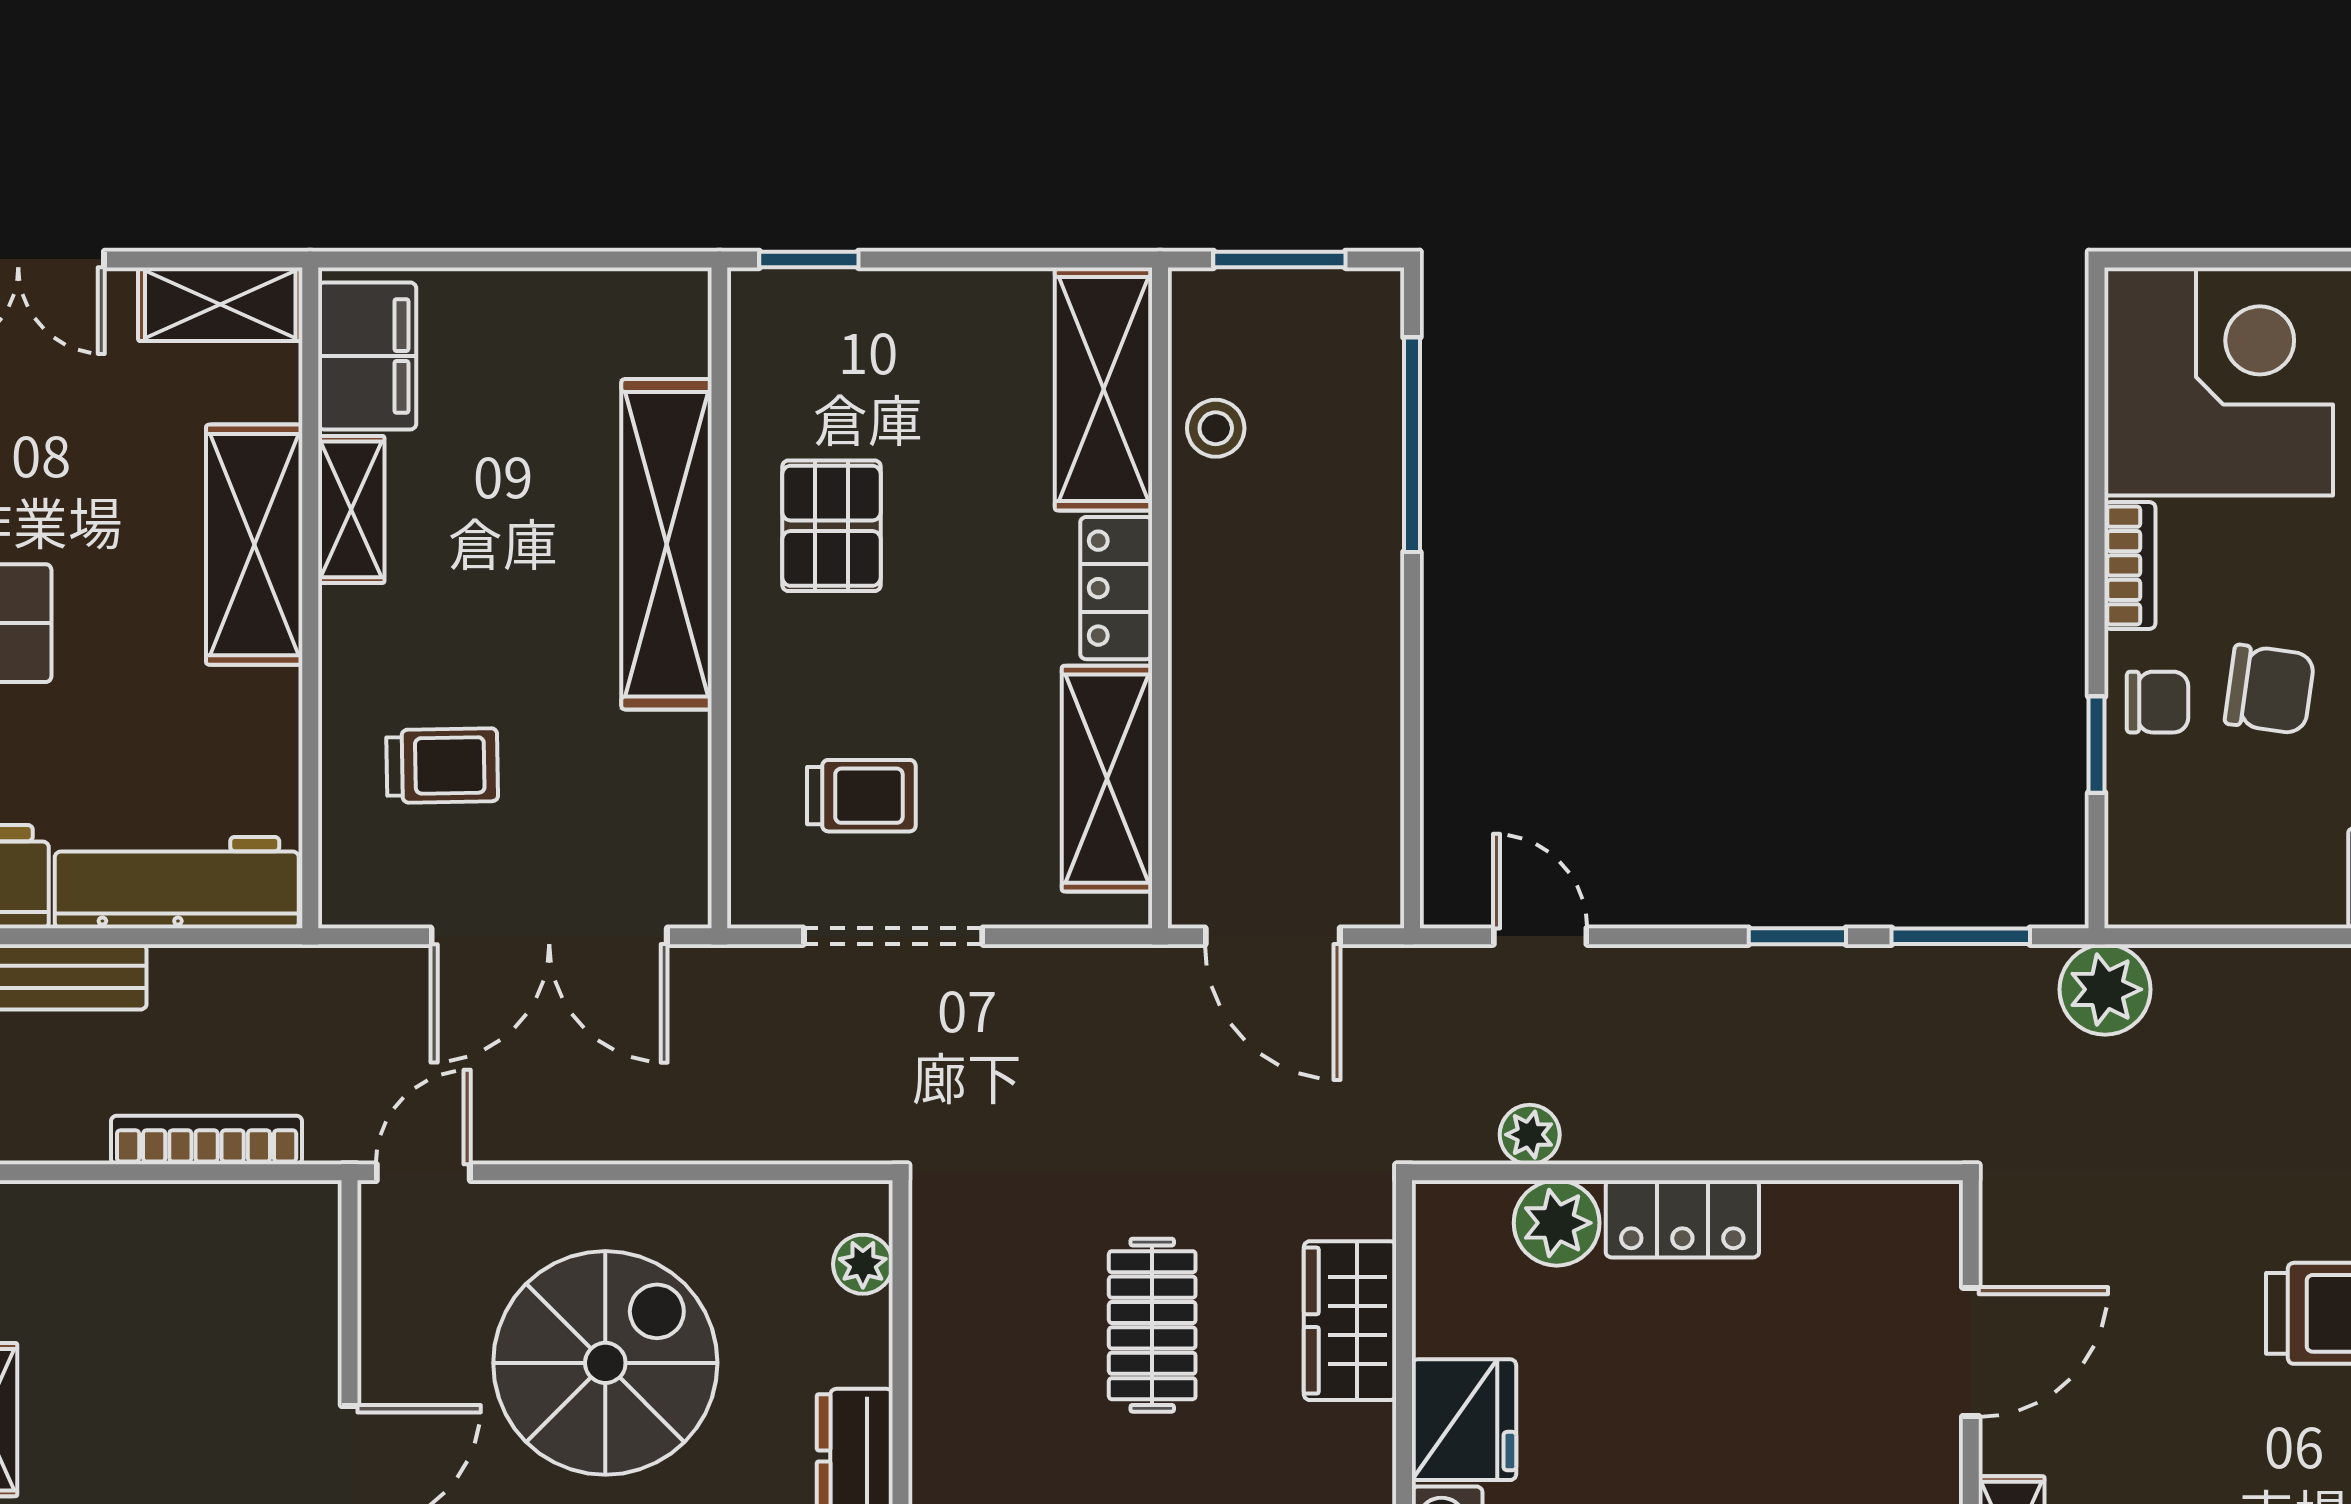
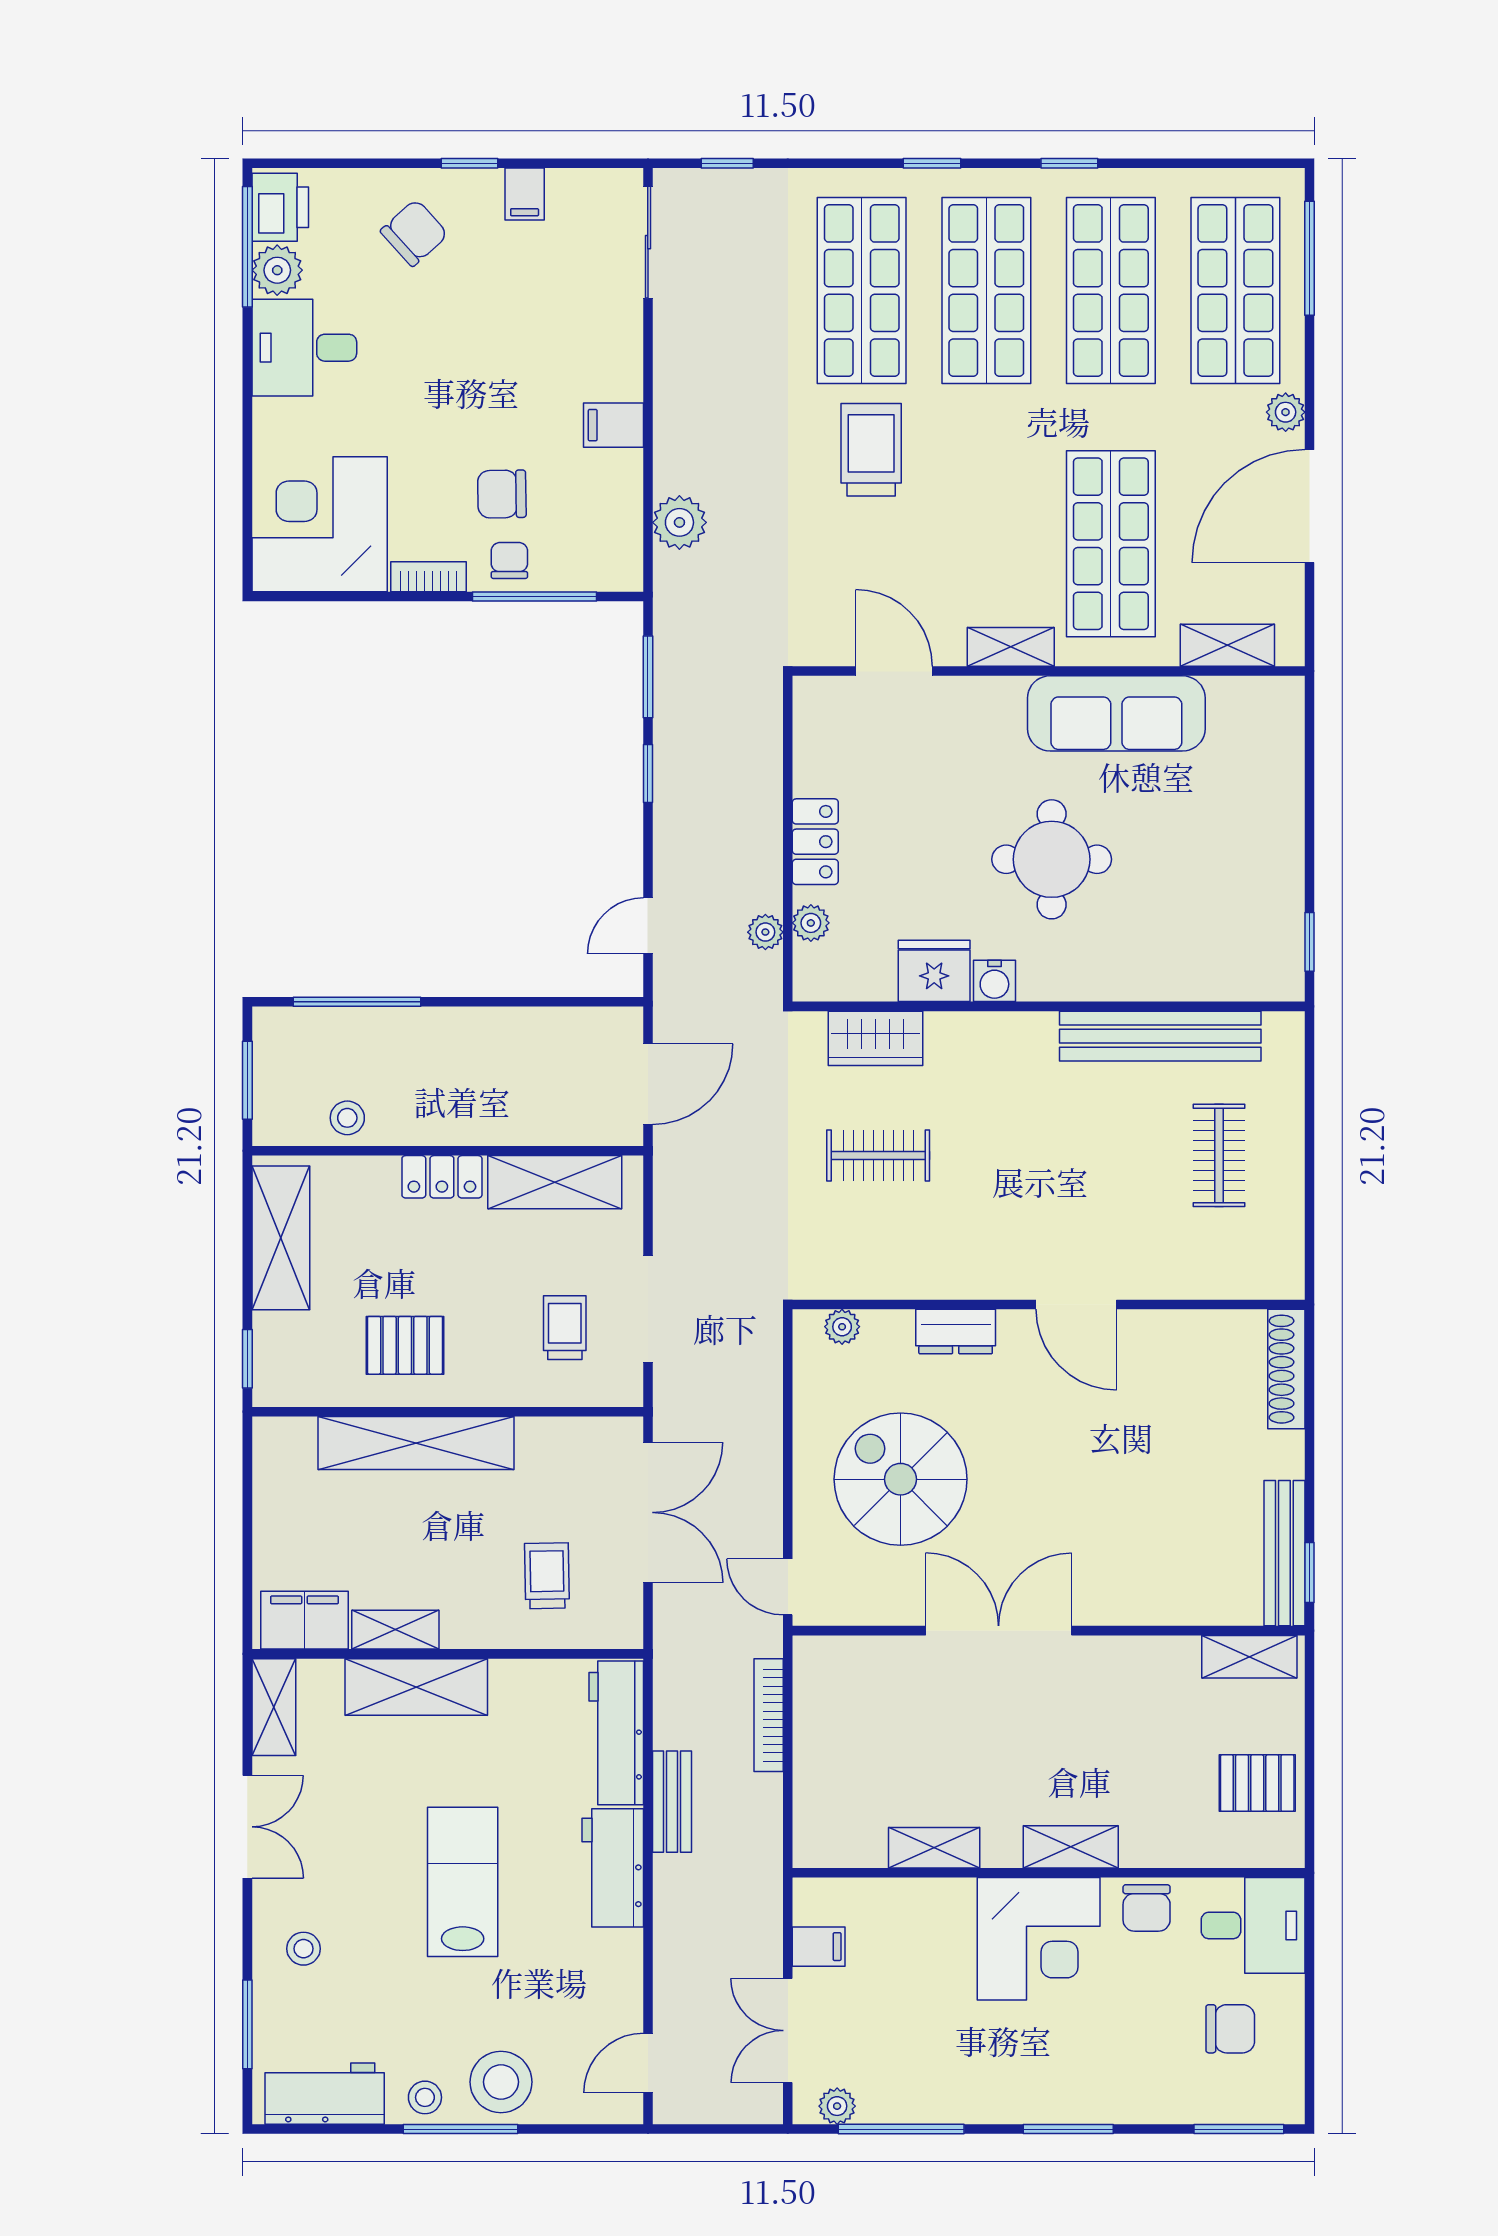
shelving: (1104, 389) -> (281, 1238), moved, turned 90
chair: (2270, 689) -> (502, 494), turned -99
window: (2097, 745) -> (535, 596), width x2.17
plant: (2105, 989) -> (679, 522), moved
plant: (1557, 1223) -> (811, 923), width x0.73, depth x0.73

